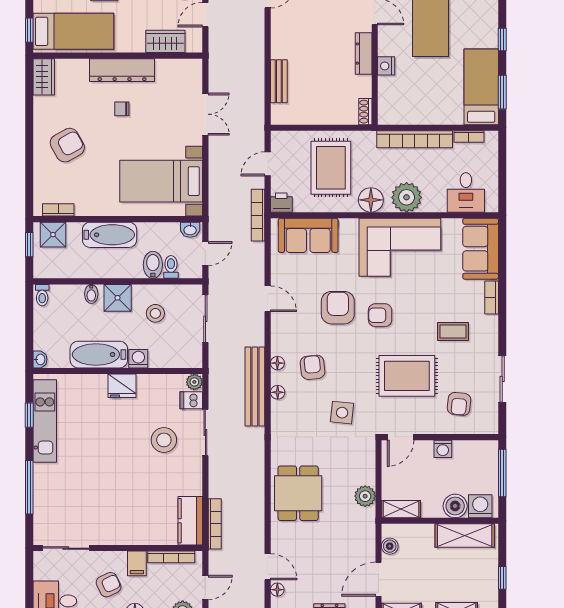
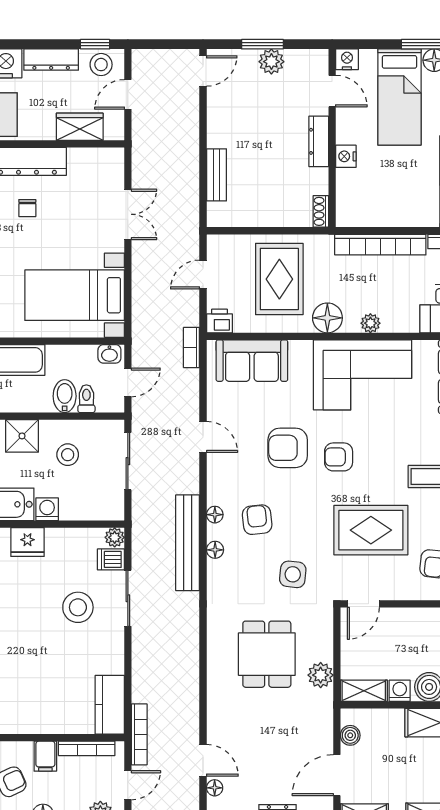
chair: (122, 109) -> (27, 208), turned -90
plant: (407, 197) -> (370, 323), width x0.53, depth x0.53
bookcase: (258, 215) -> (191, 347), width x0.64
armchair: (338, 308) -> (288, 448), turned -90
washing machine: (443, 449) -> (400, 691), moved, turned 180
dining table: (298, 493) -> (267, 654), moved
bookcase: (215, 524) -> (139, 734), moved

